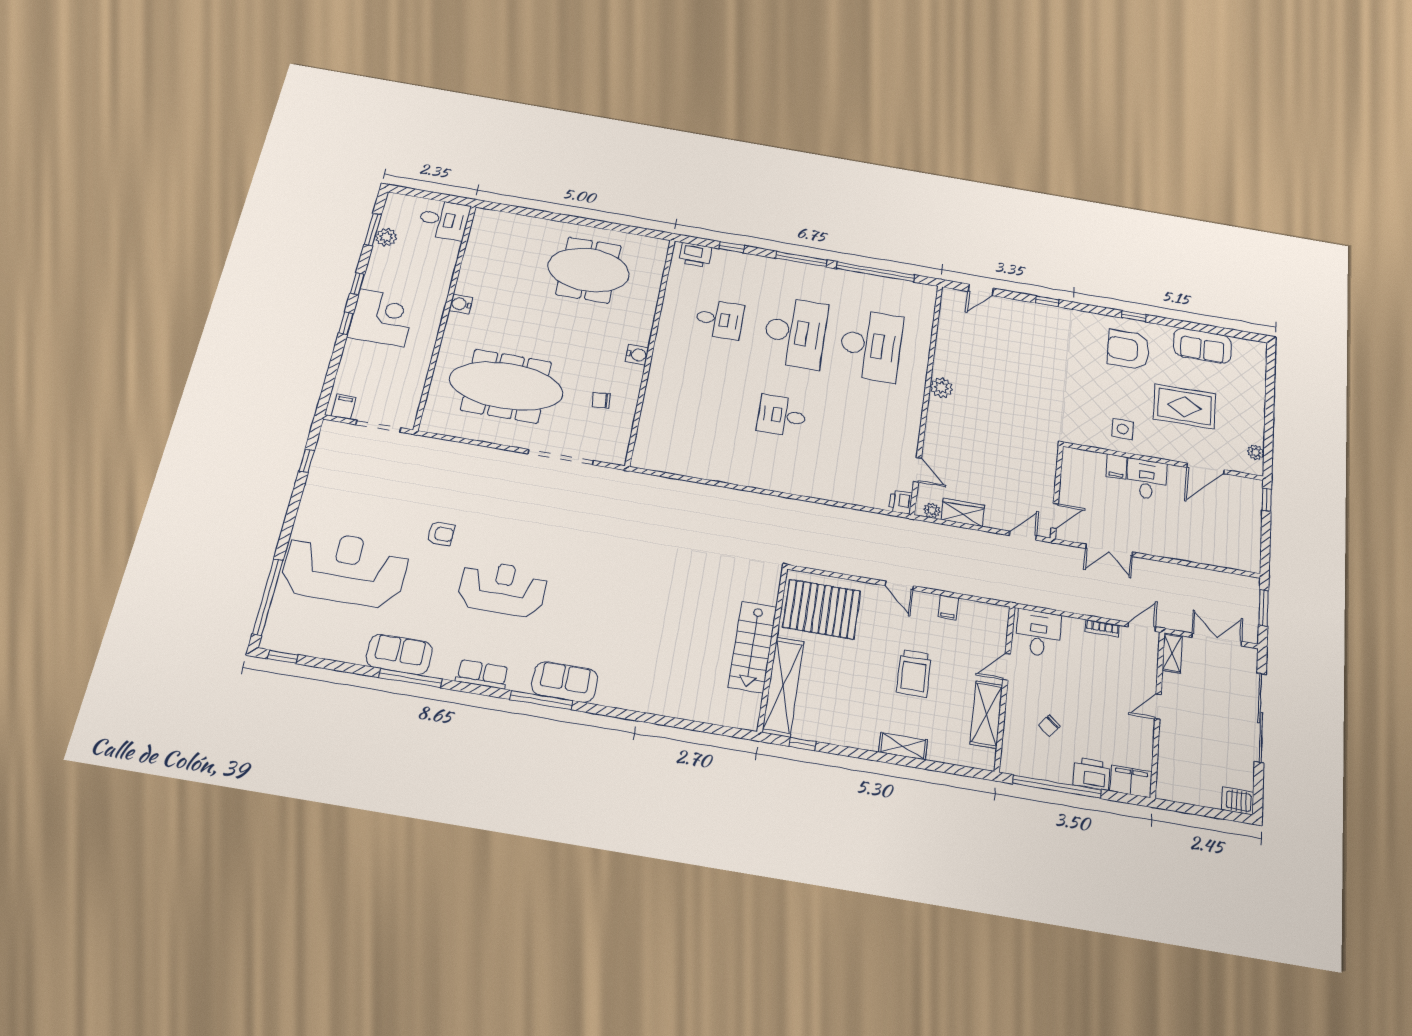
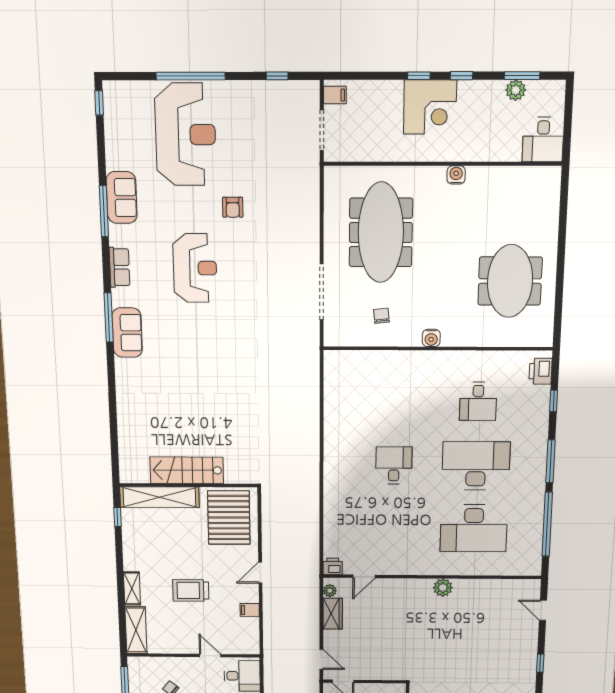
desk: (795, 332) -> (476, 466), turned 180
window: (268, 597) -> (191, 76), moved
shelving: (986, 714) -> (136, 630), moved, turned 90

